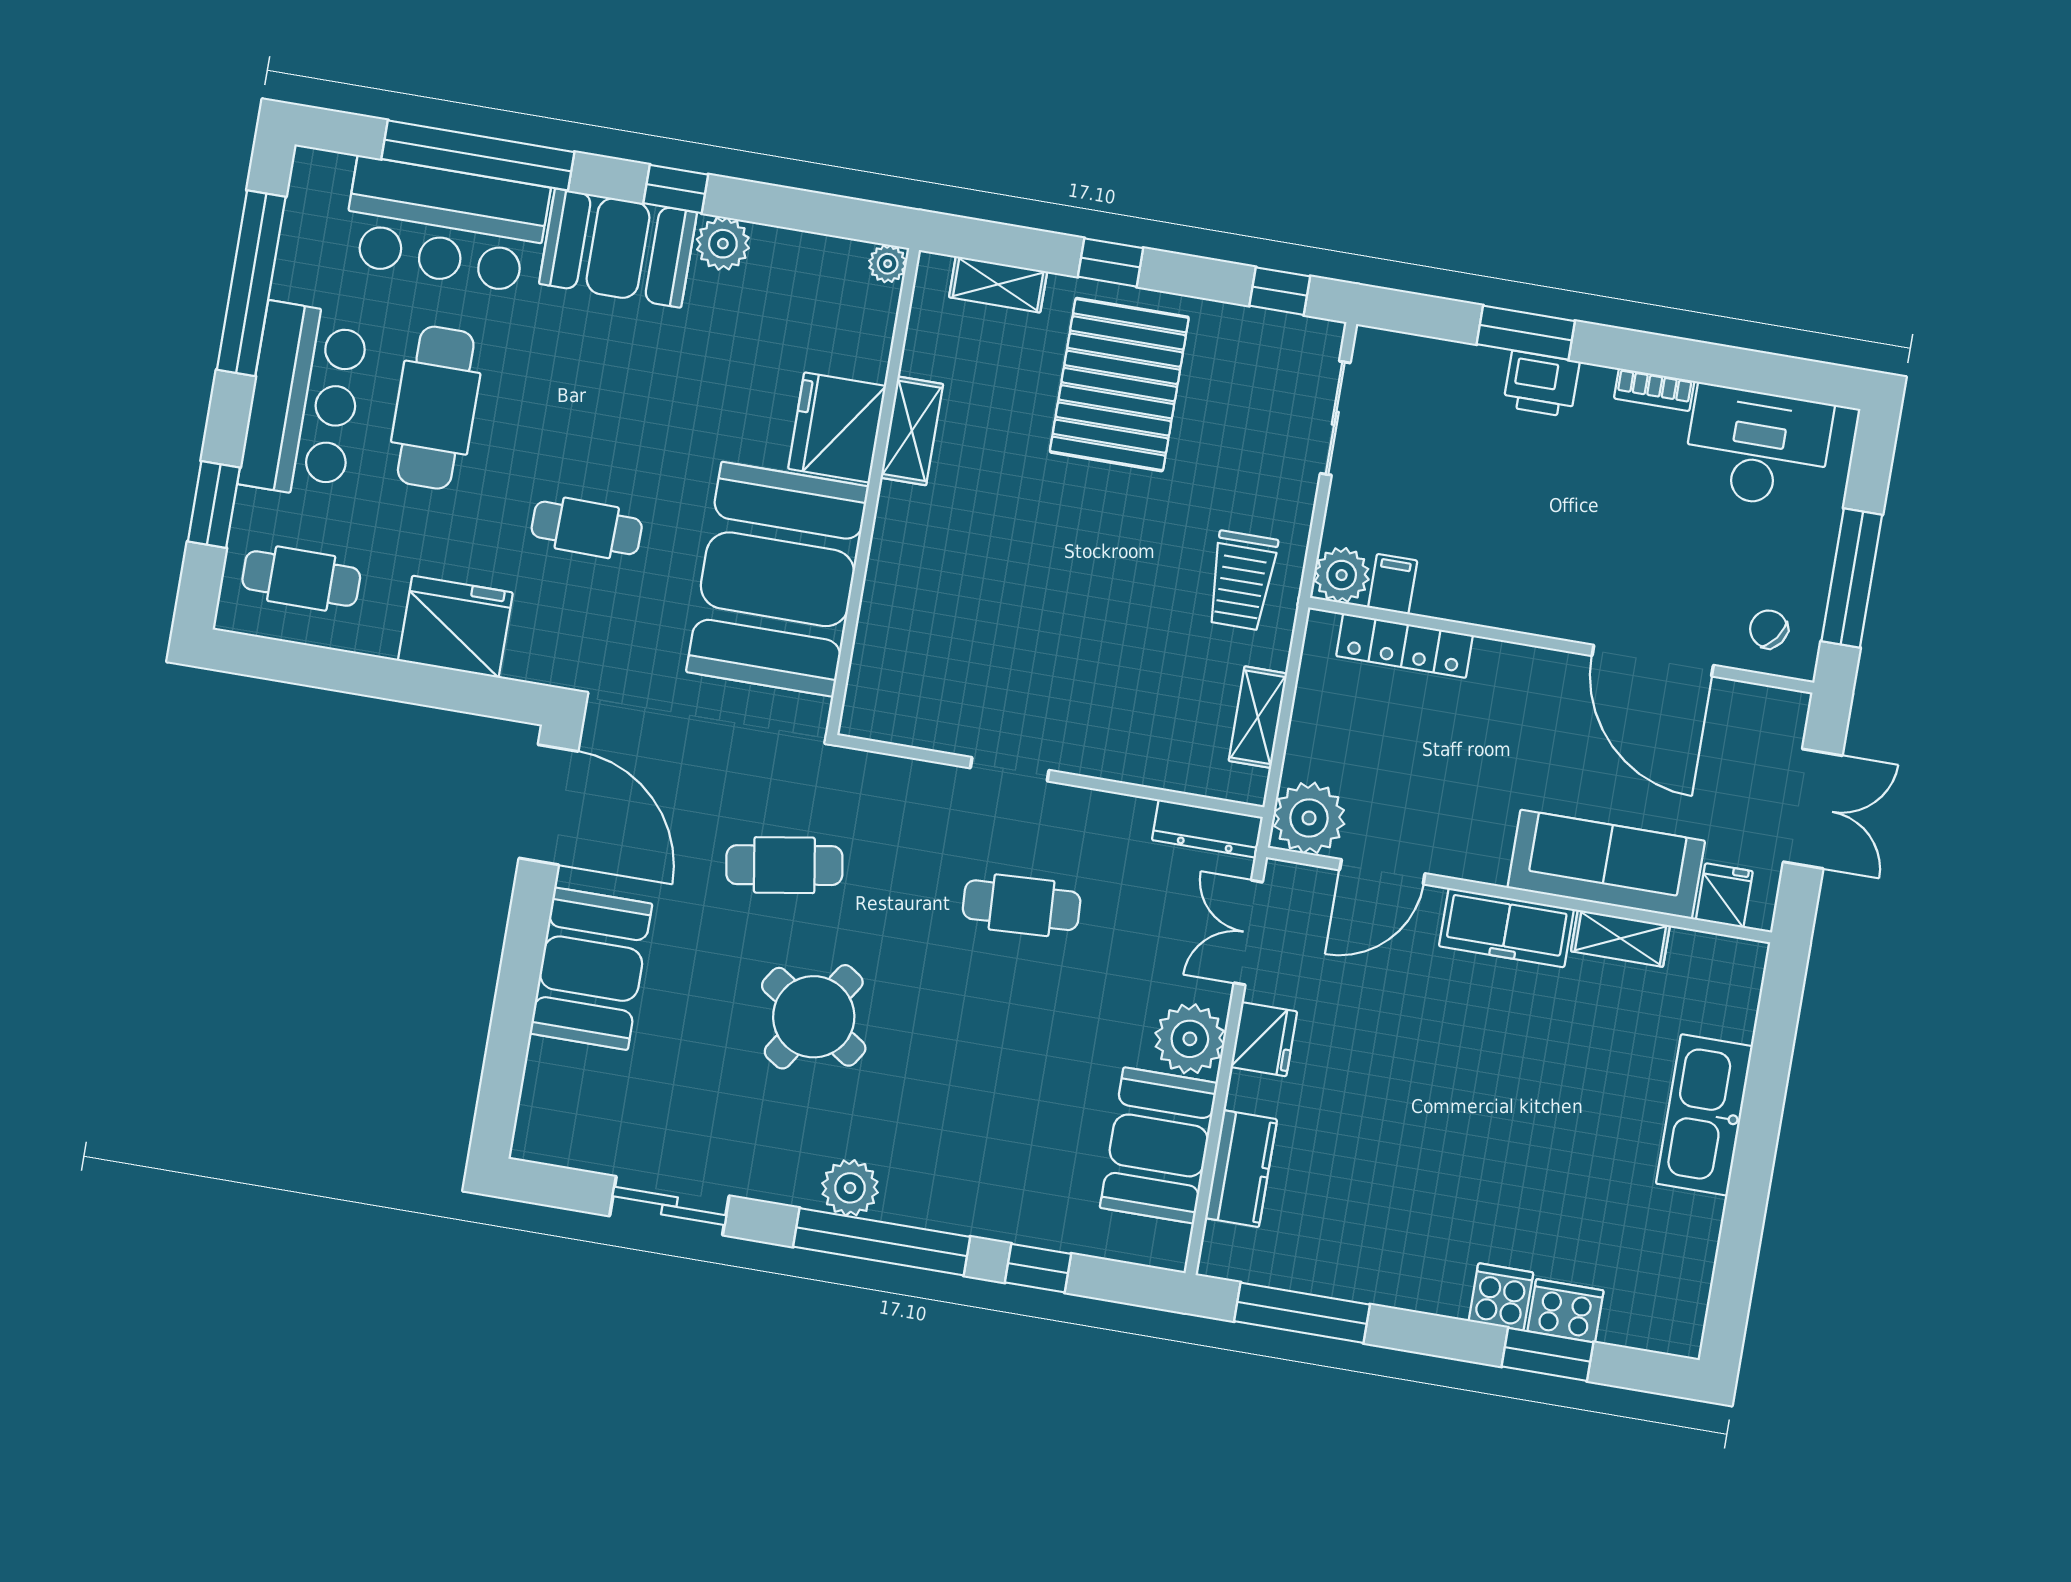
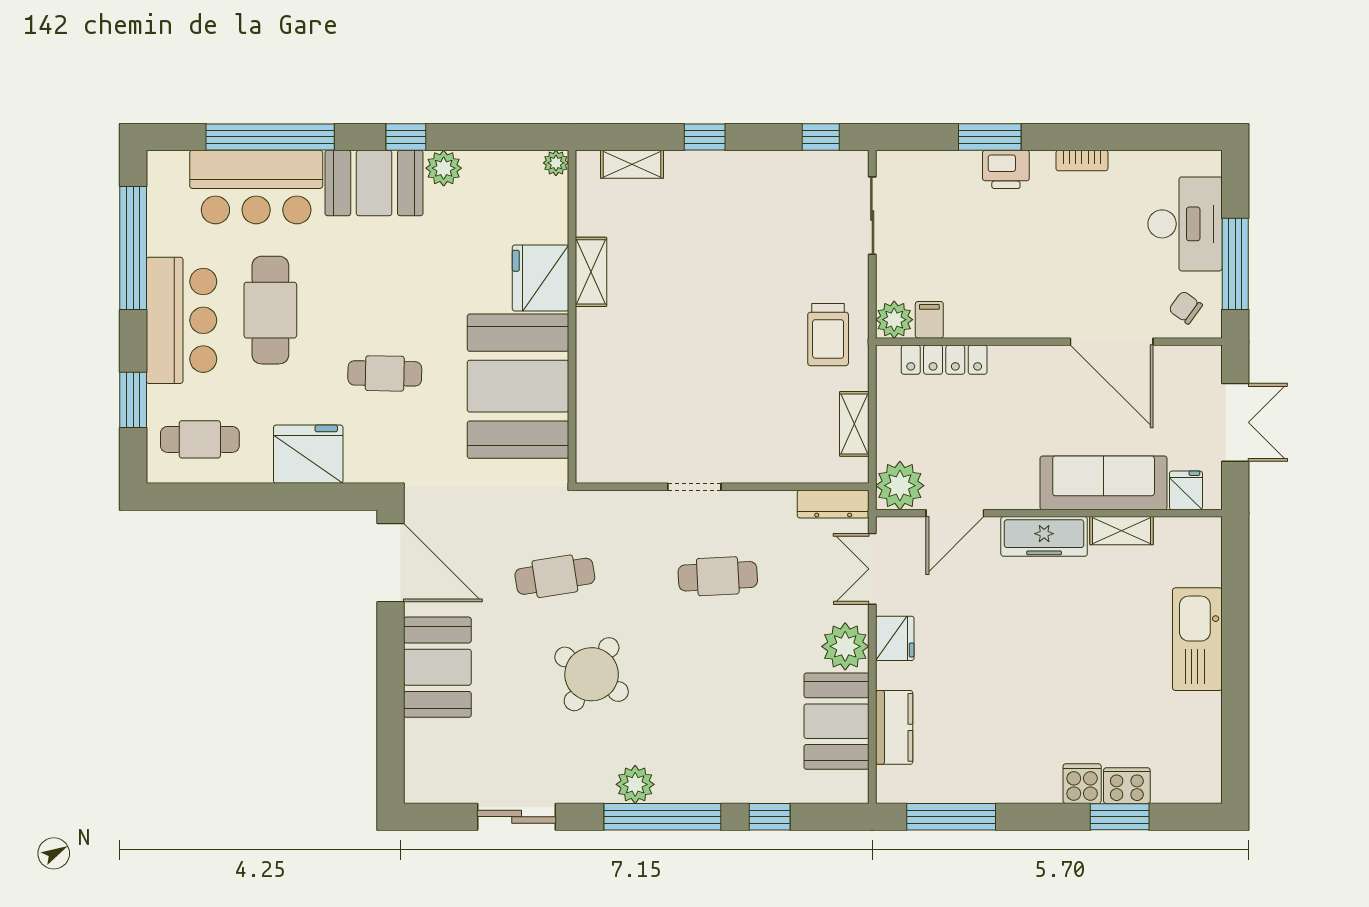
pallet: (1119, 385) -> (724, 218), removed
desk: (1758, 447) -> (1185, 224), moved, turned 90

